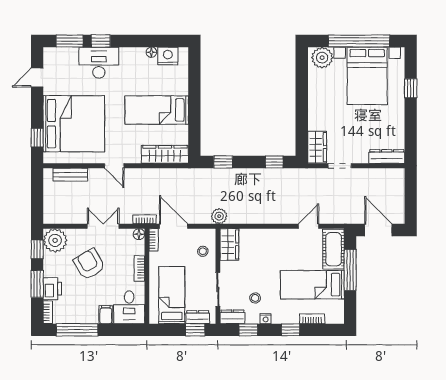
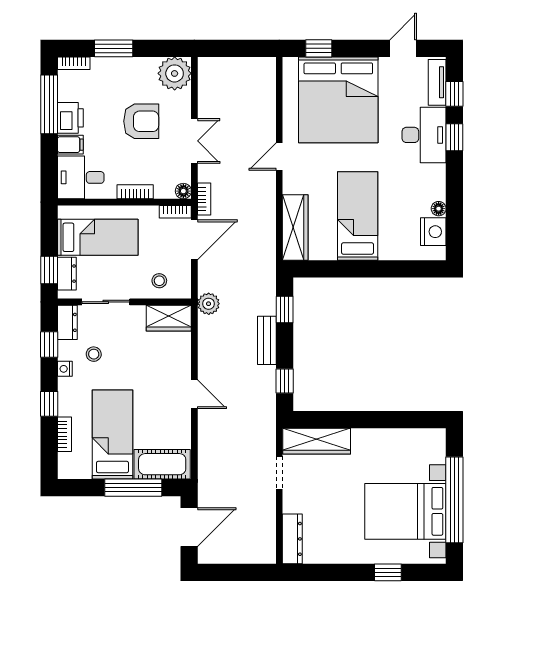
window: (70, 41) -> (454, 94), width x0.67
tv unit: (61, 53) -> (437, 82), added
plant: (322, 58) -> (431, 448), removed
door: (37, 78) -> (403, 48), hinge flipped
wardrobe: (317, 147) -> (317, 441), width x1.50
bench: (70, 175) -> (267, 340), moved
door: (309, 226) -> (194, 394), moved
window: (37, 249) -> (162, 48), removed
armchair: (89, 264) -> (141, 121), turned 30
printer: (52, 289) -> (70, 118), moved, turned -90

